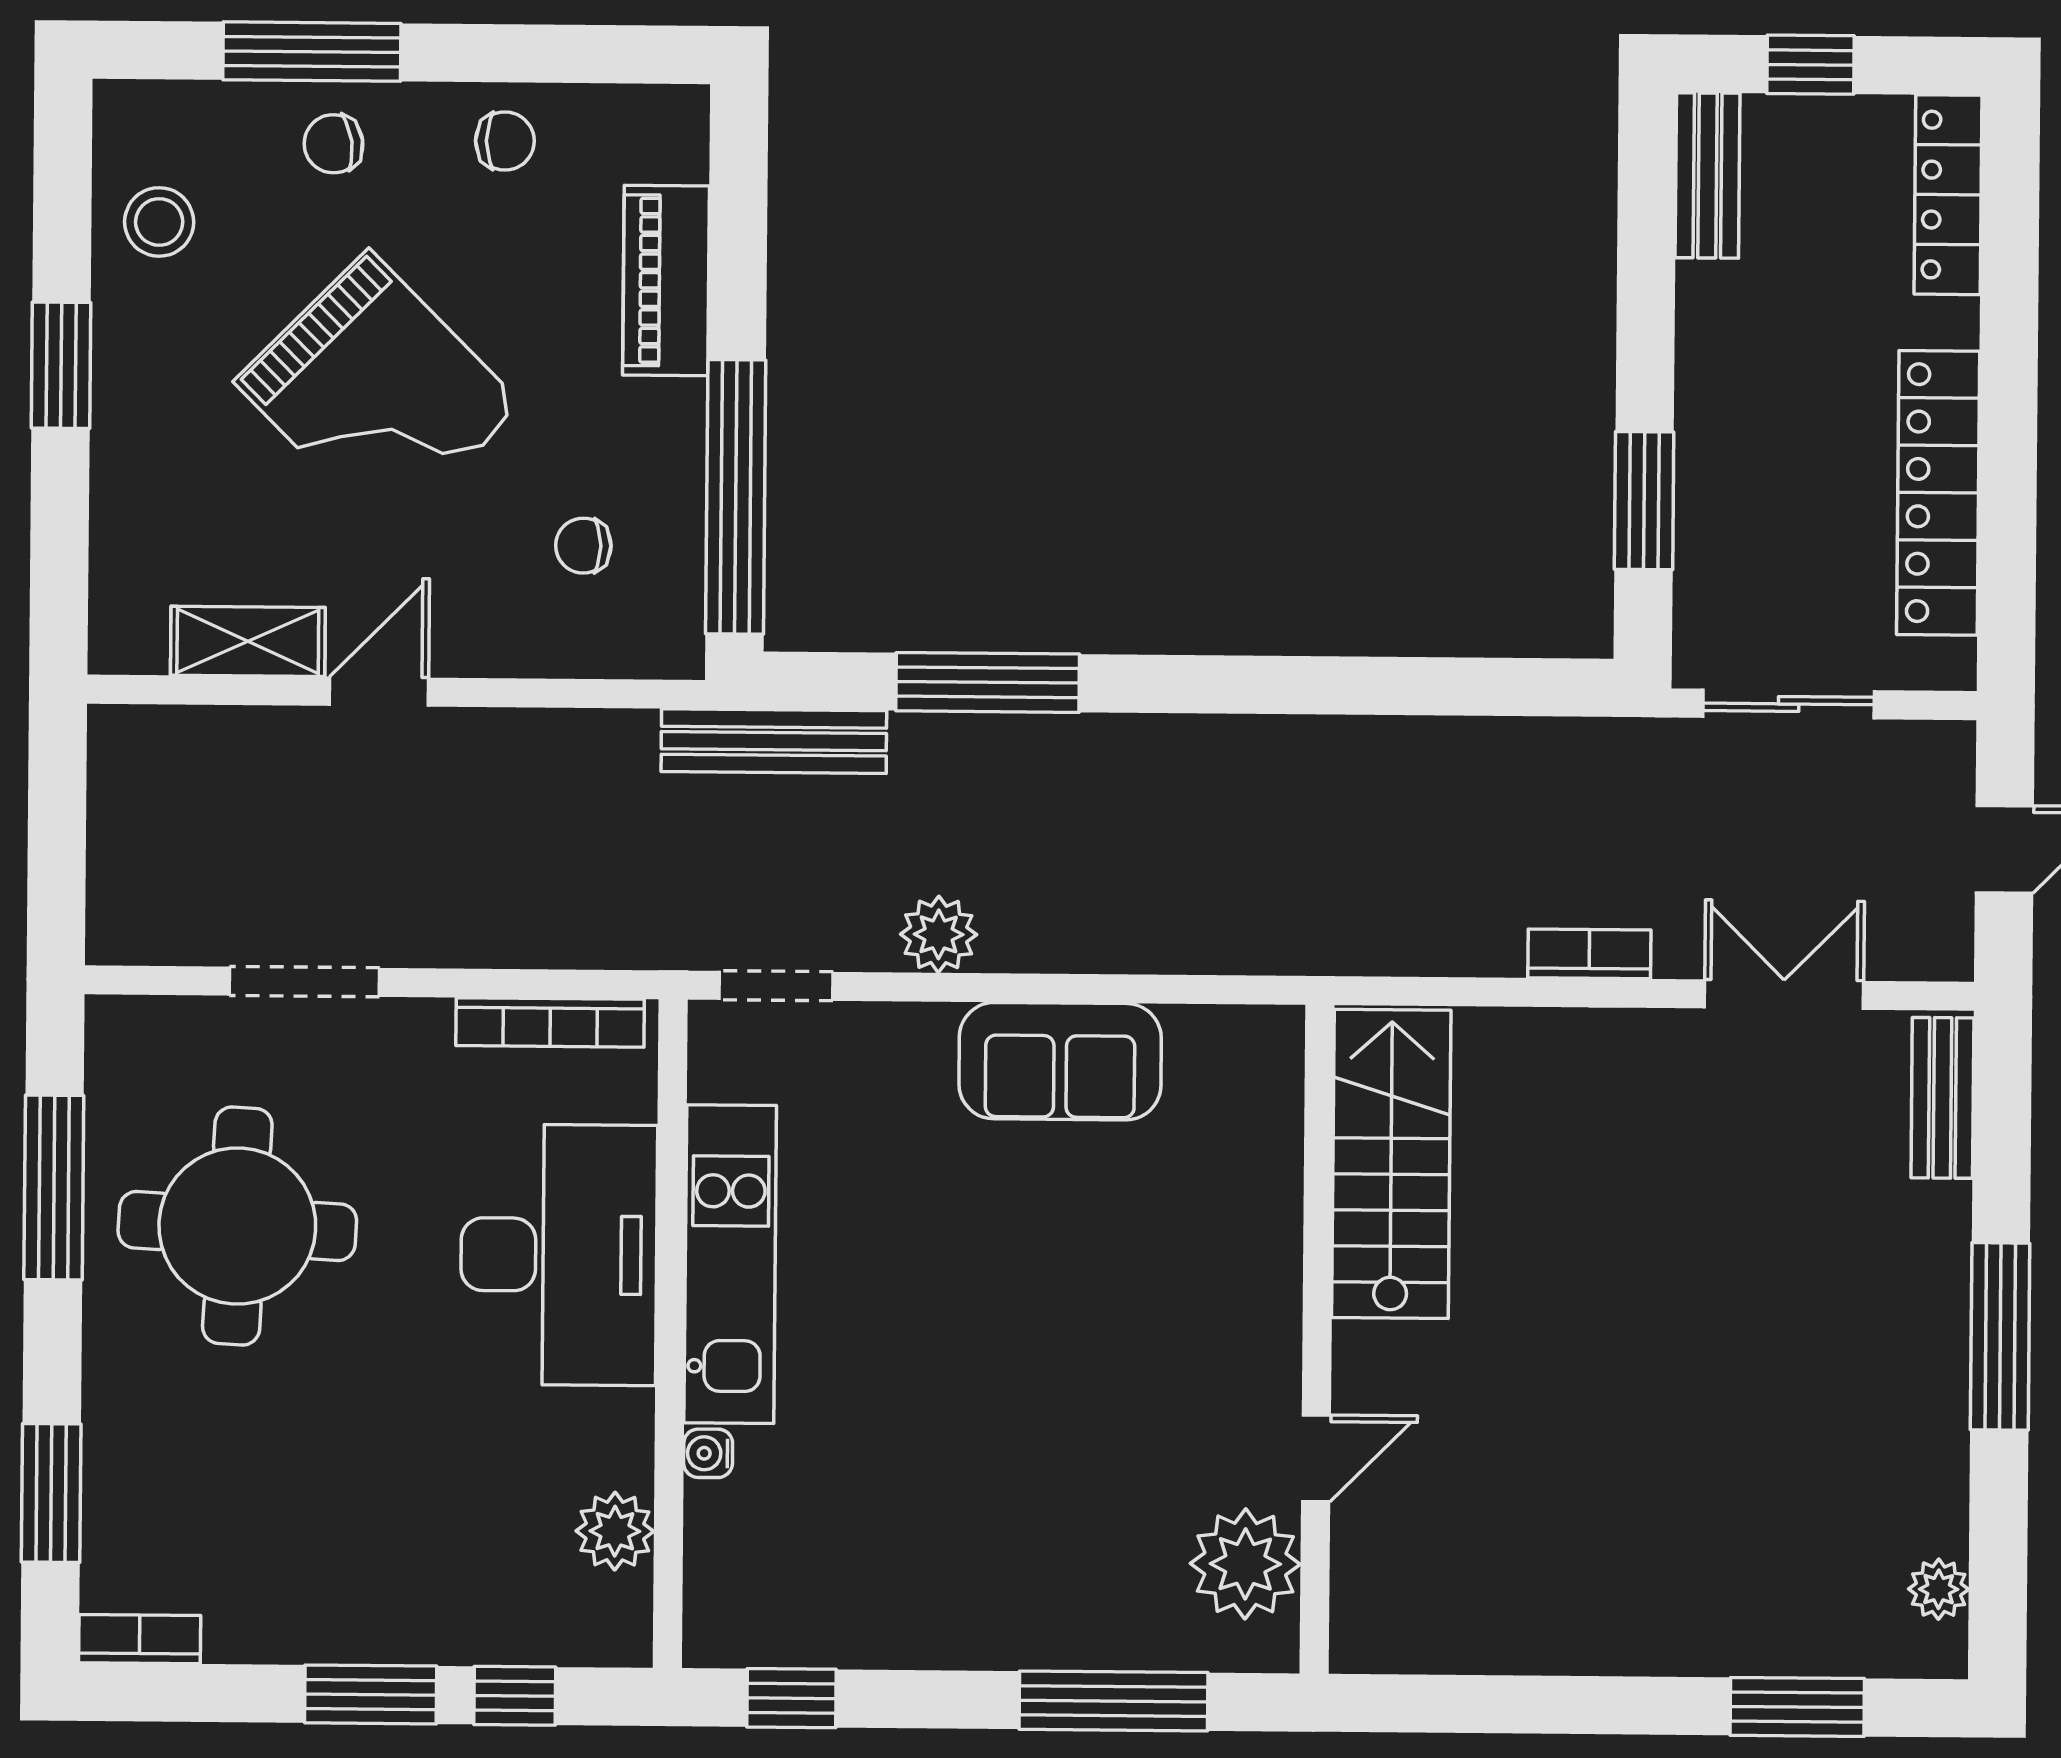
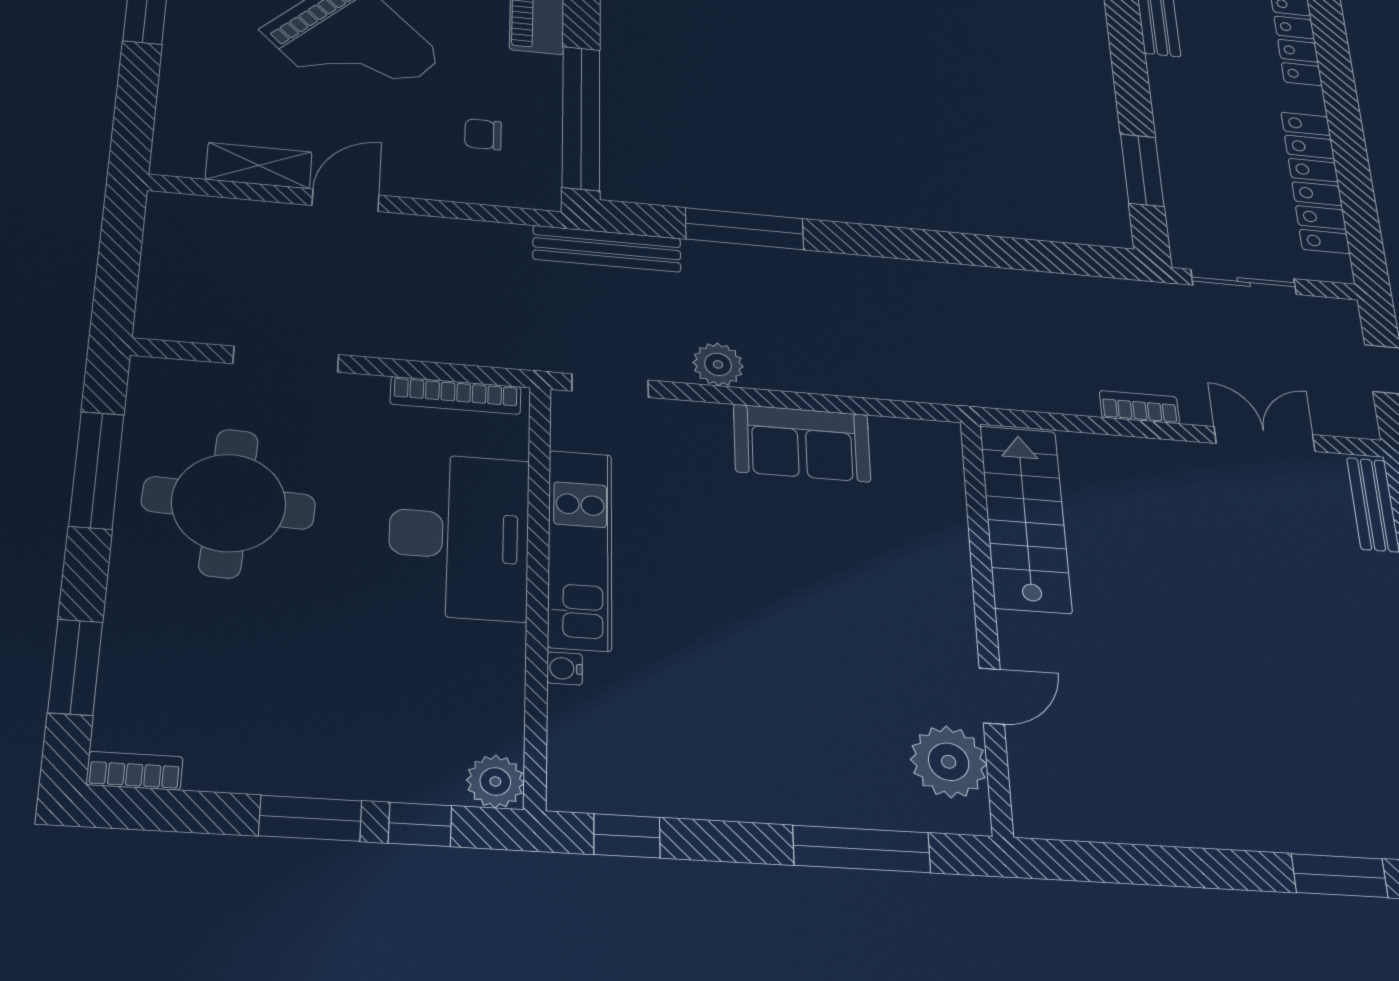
plant: (615, 1531) -> (495, 781), moved

